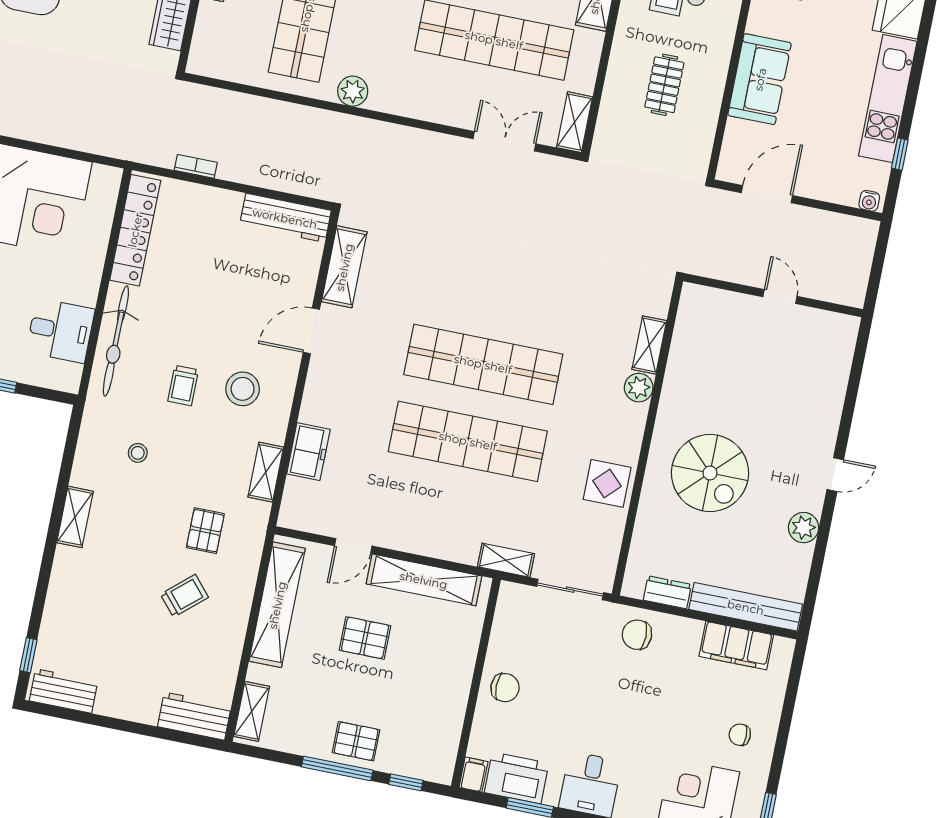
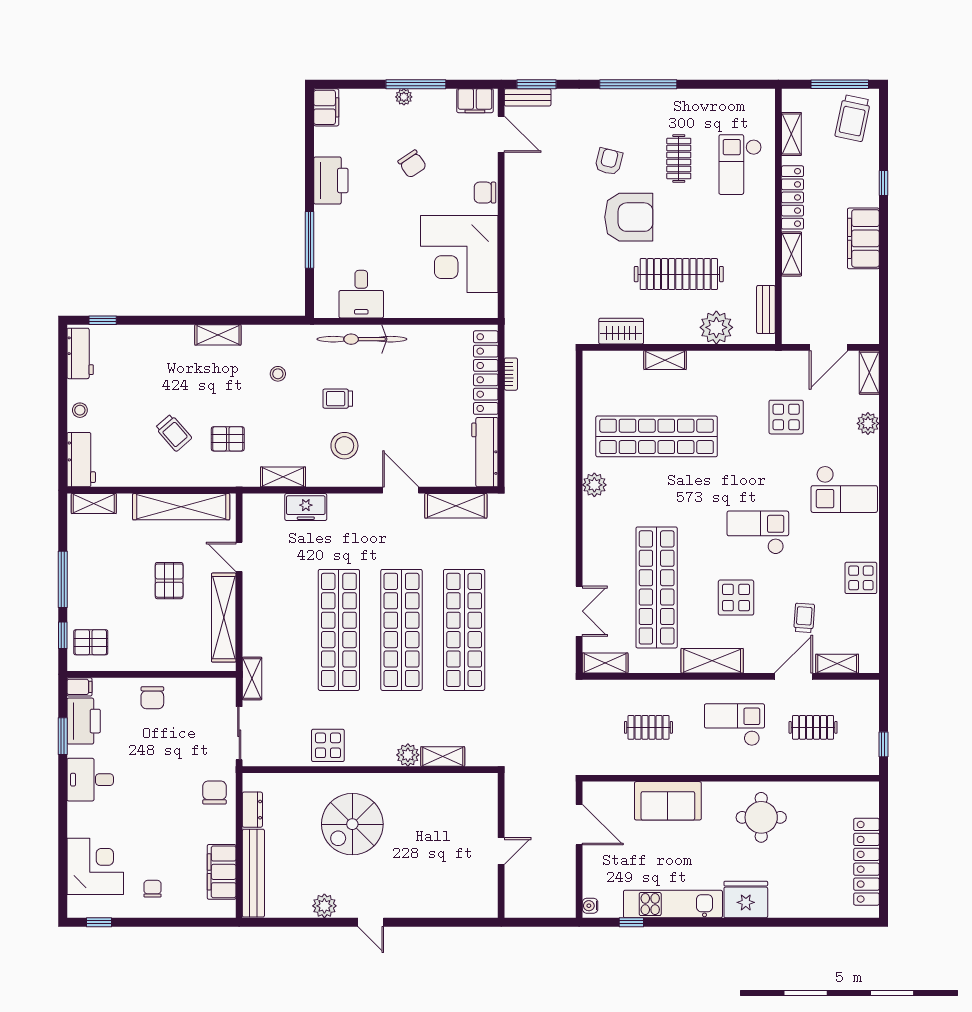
locker: (135, 230) -> (486, 373), moved, turned 90
shop shelf: (499, 287) -> (464, 630), added
stool: (133, 705) -> (80, 410), added
pallet: (356, 741) -> (91, 642), moved, turned 90

